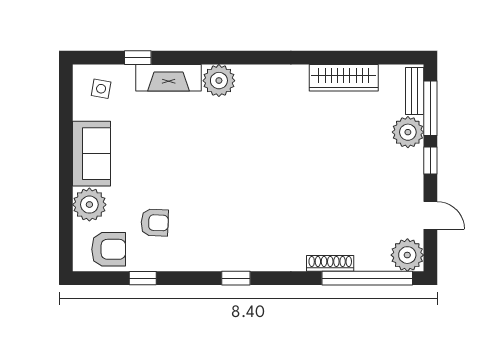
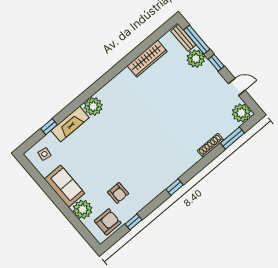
armchair: (155, 223) -> (118, 193), turned 88
window: (367, 278) -> (232, 138), width x0.47

